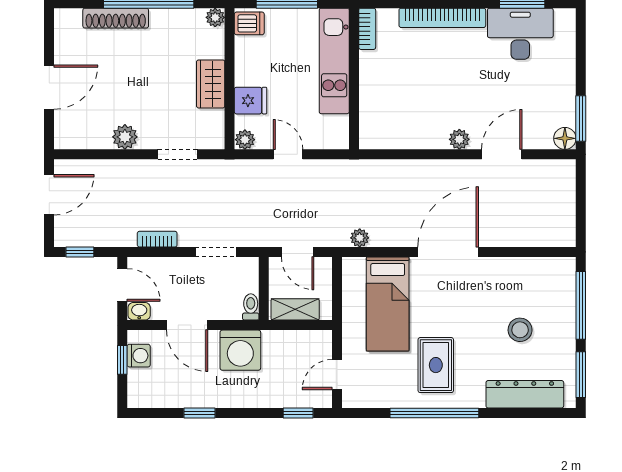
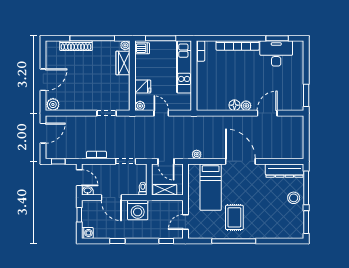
wardrobe: (211, 84) -> (123, 63), moved
plant: (125, 137) -> (53, 104), moved
floor lamp: (565, 138) -> (234, 105), moved
door: (448, 252) -> (240, 161), hinge flipped
stool: (520, 330) -> (294, 198), moved
washing machine: (139, 356) -> (87, 233), moved
dresser: (525, 394) -> (285, 171), moved, turned 180

